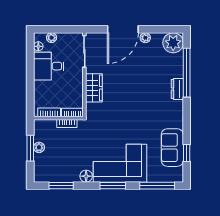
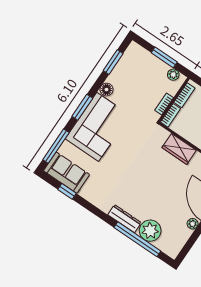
plant: (173, 43) -> (150, 231), moved
dresser: (177, 89) -> (125, 219), width x1.44
plant: (39, 147) -> (173, 75), moved
sofa: (172, 148) -> (66, 173), moved

